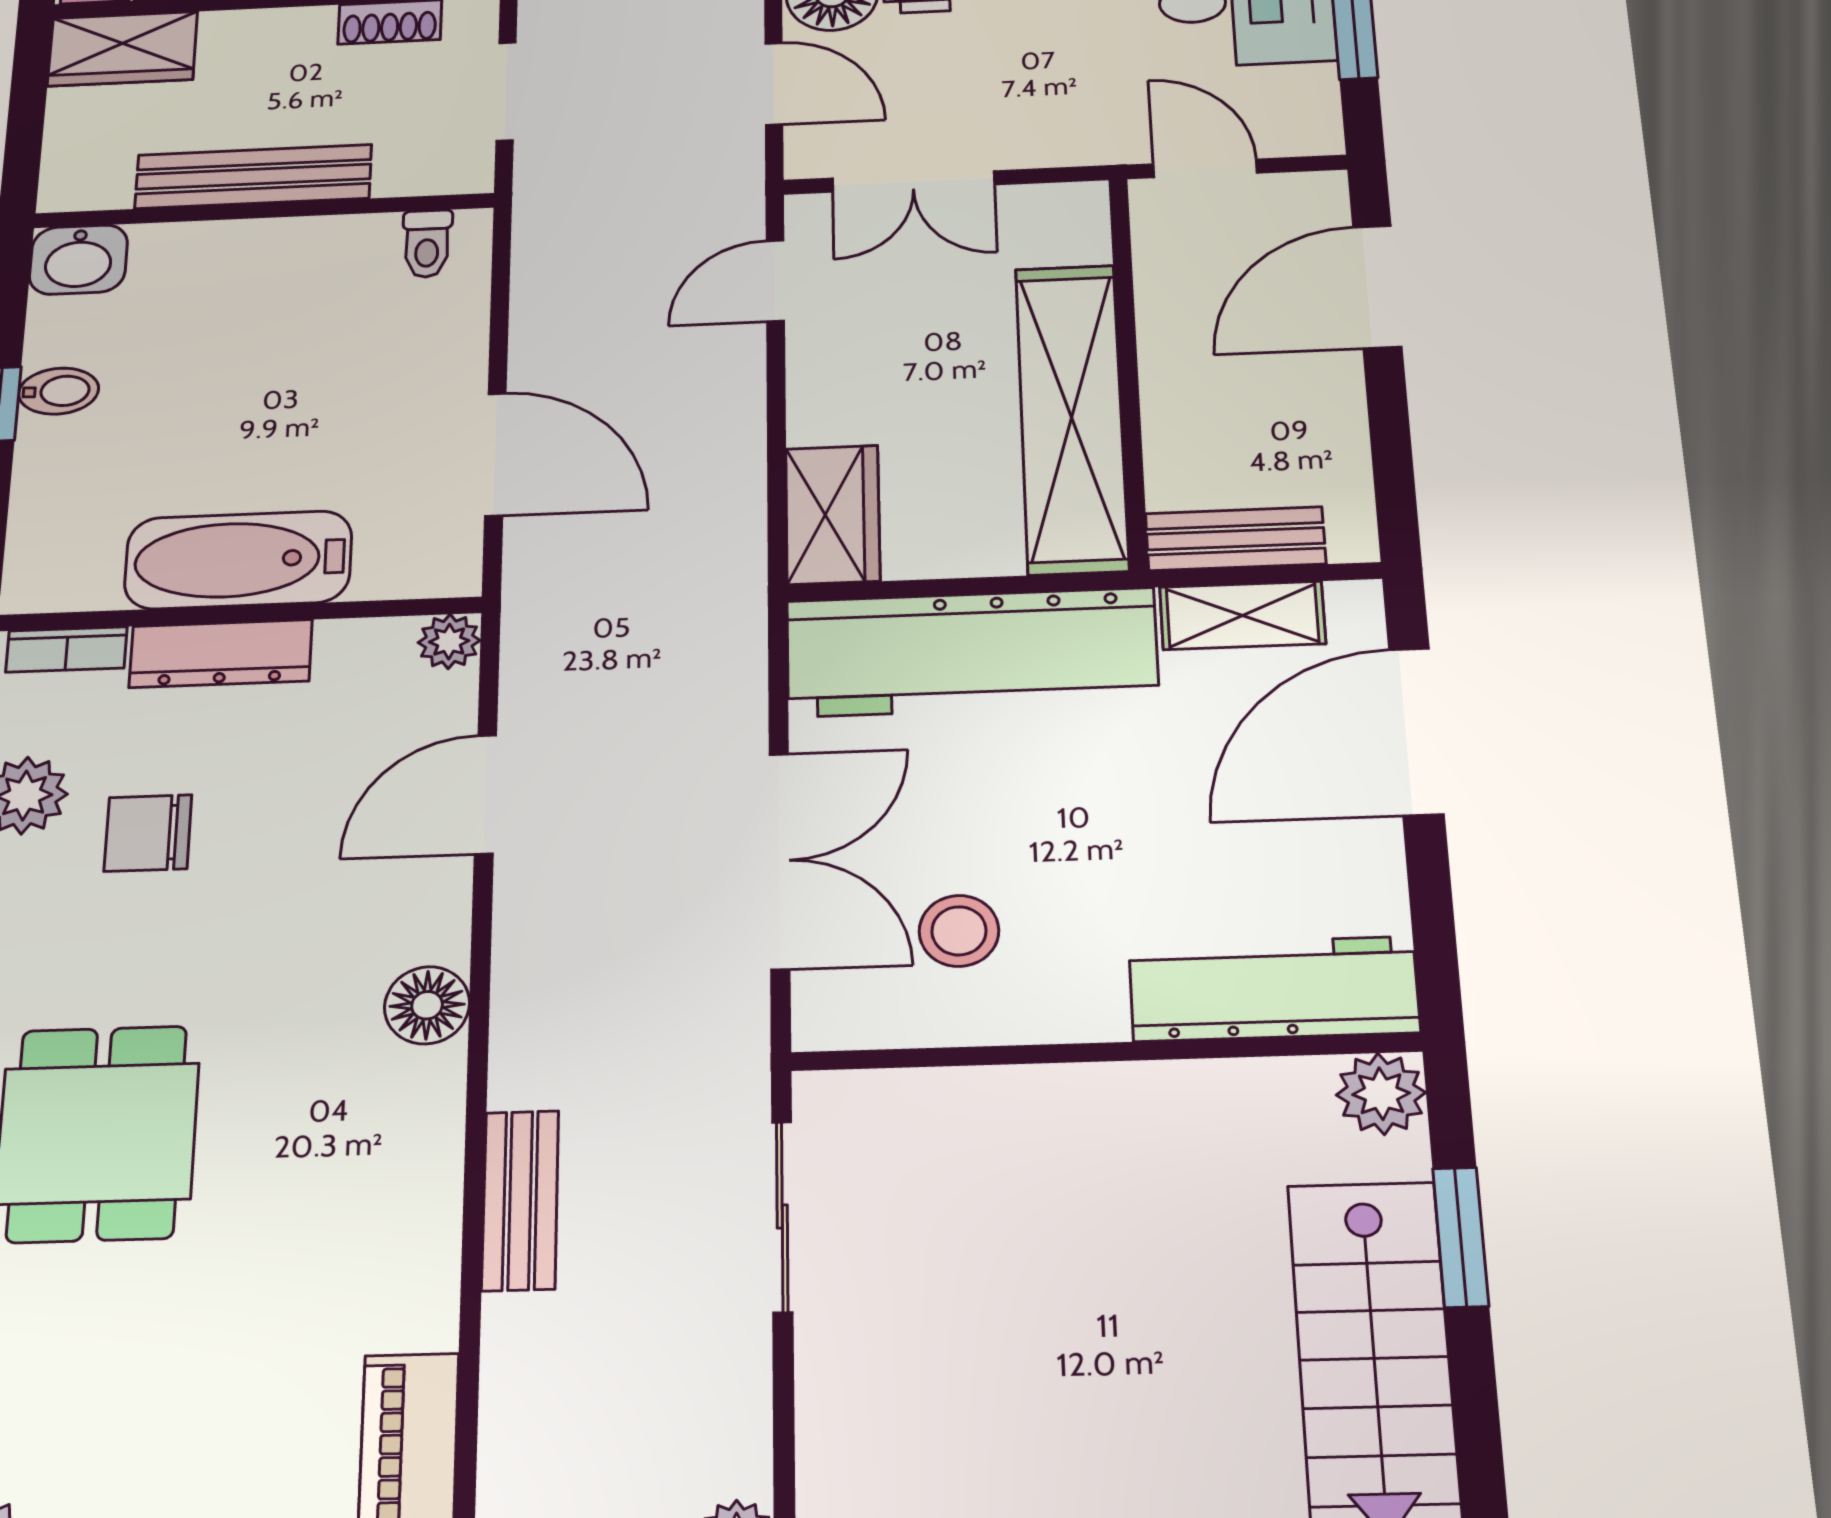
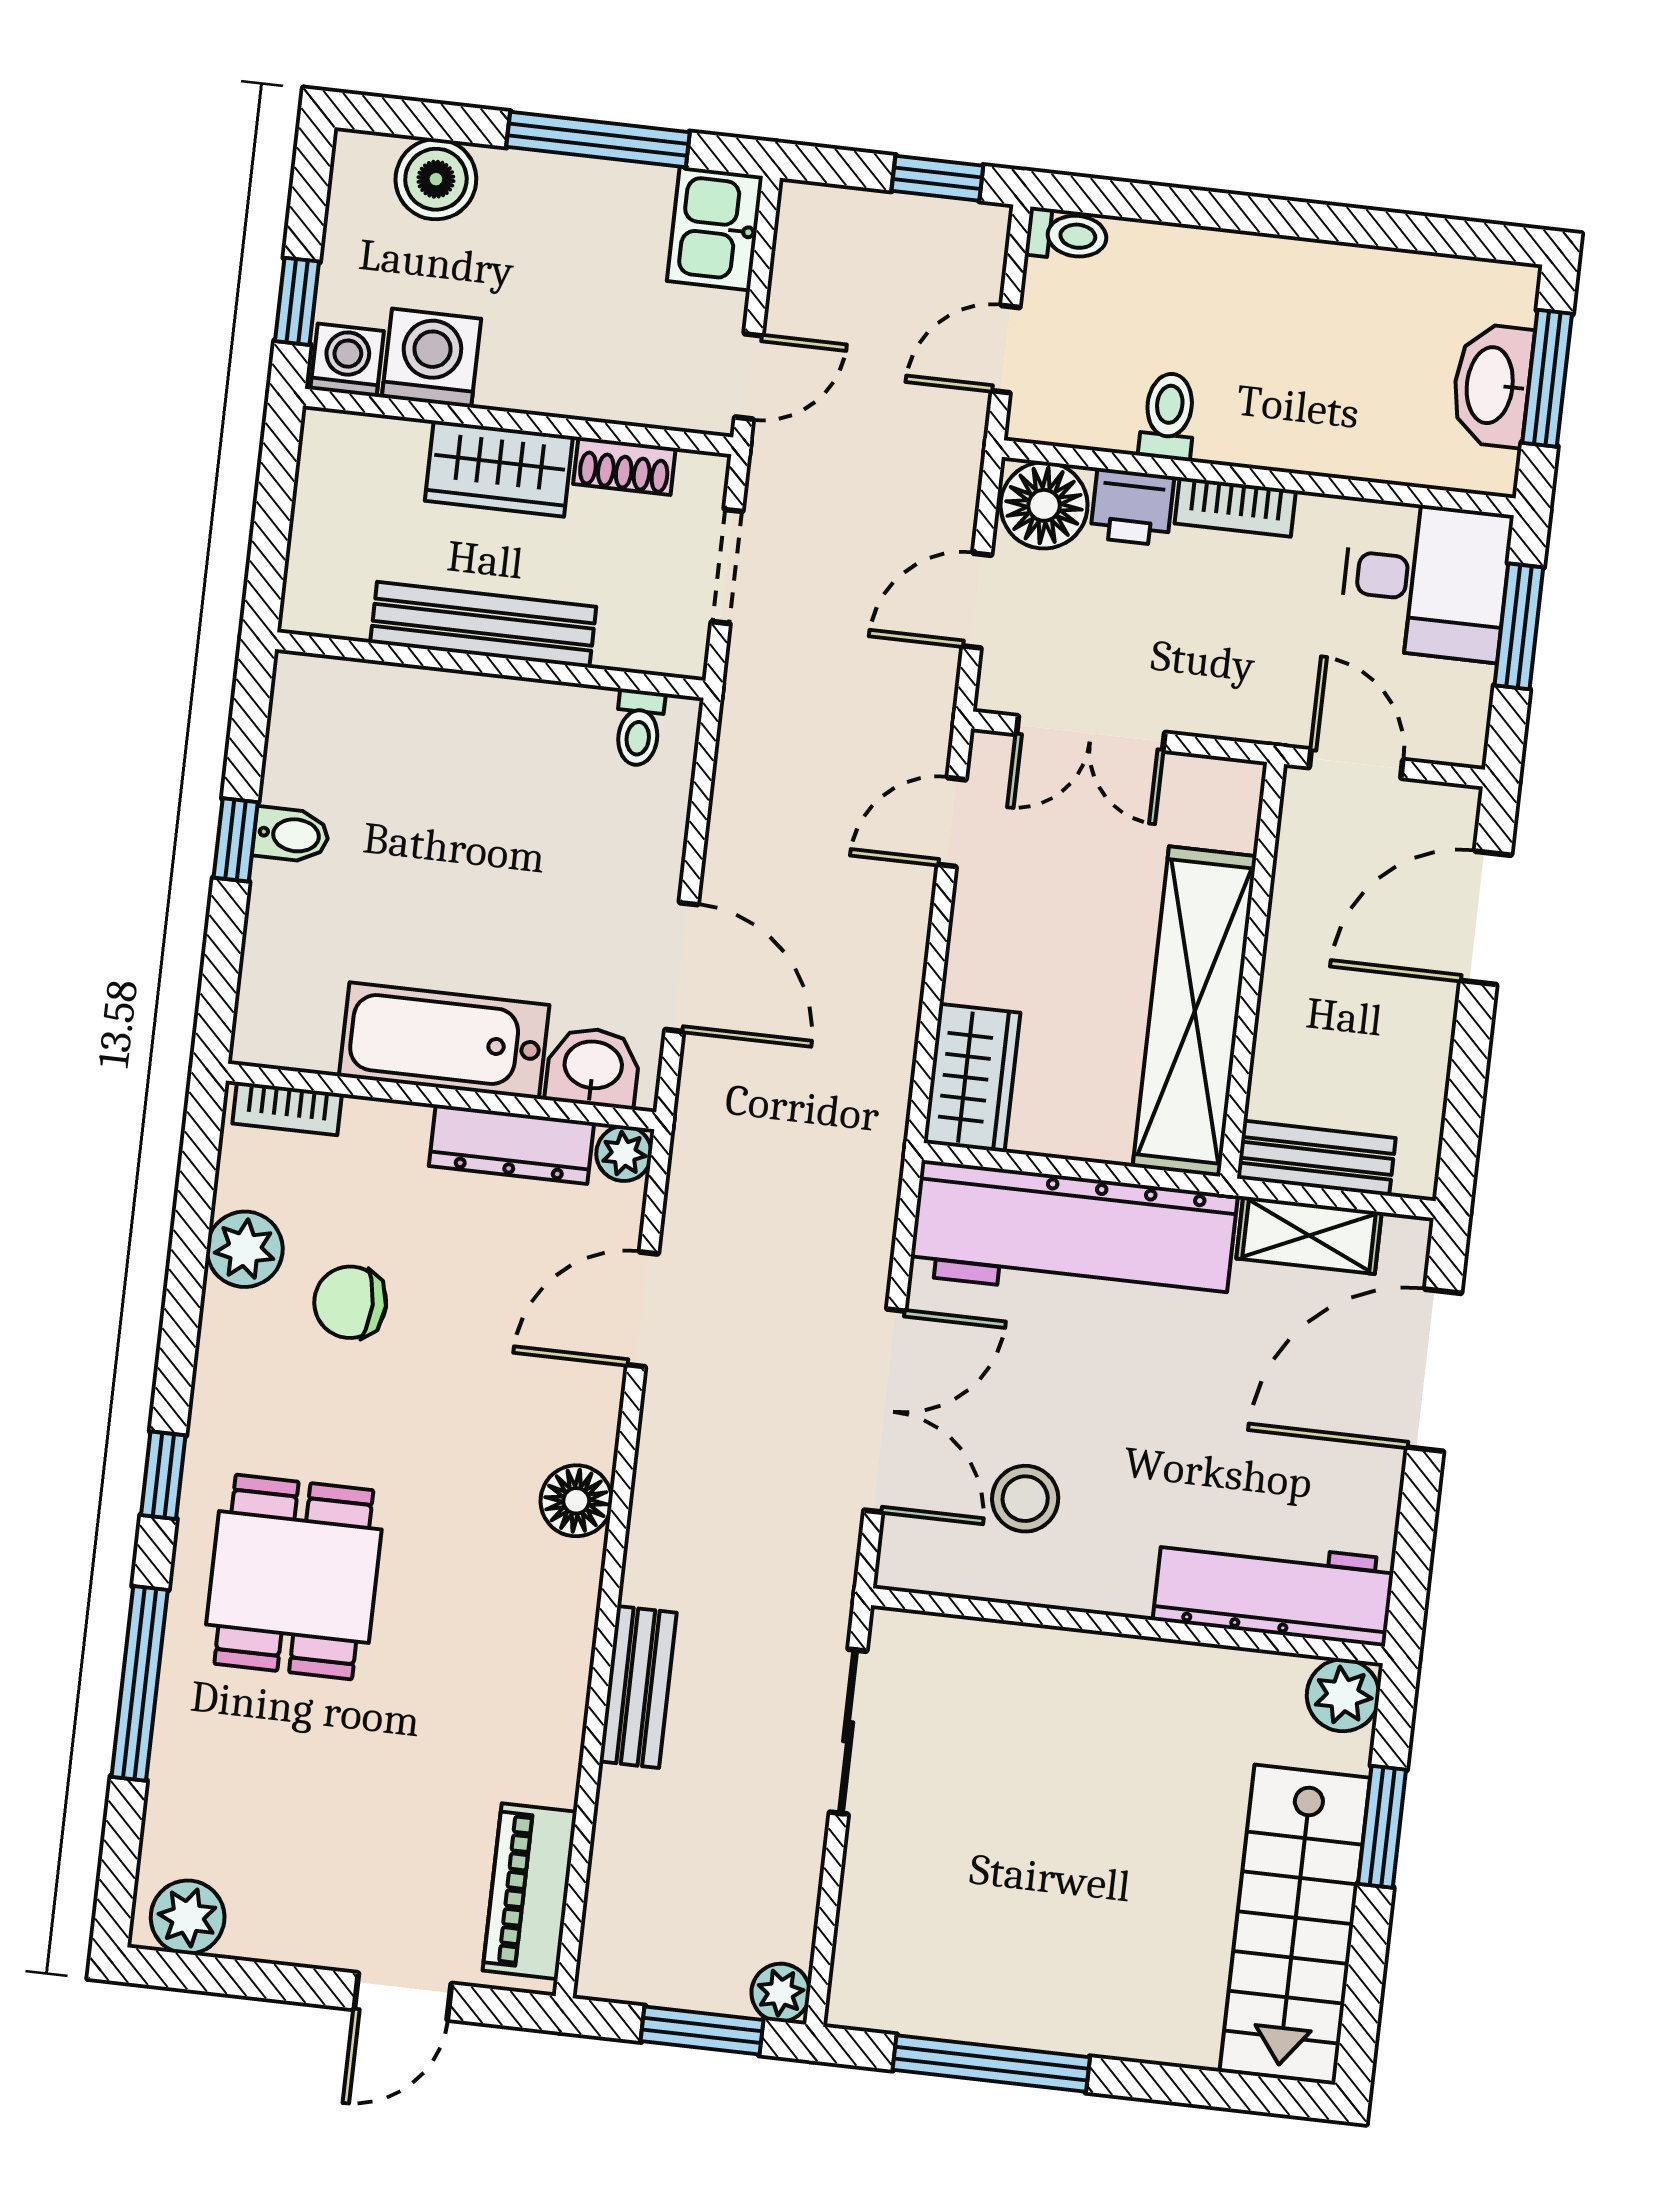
wardrobe: (122, 49) -> (499, 469), moved
door: (774, 84) -> (977, 601), swing flipped
washbasin: (78, 260) -> (593, 1067), moved, turned 180
dresser: (221, 654) -> (511, 1144), moved

